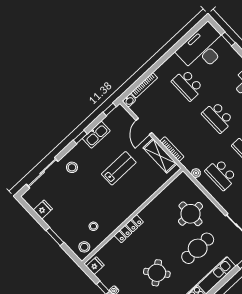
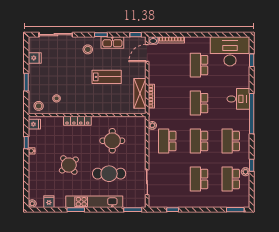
door: (144, 127) -> (147, 53), moved
stool: (72, 167) -> (88, 49), moved
round table: (191, 214) -> (112, 141), moved

